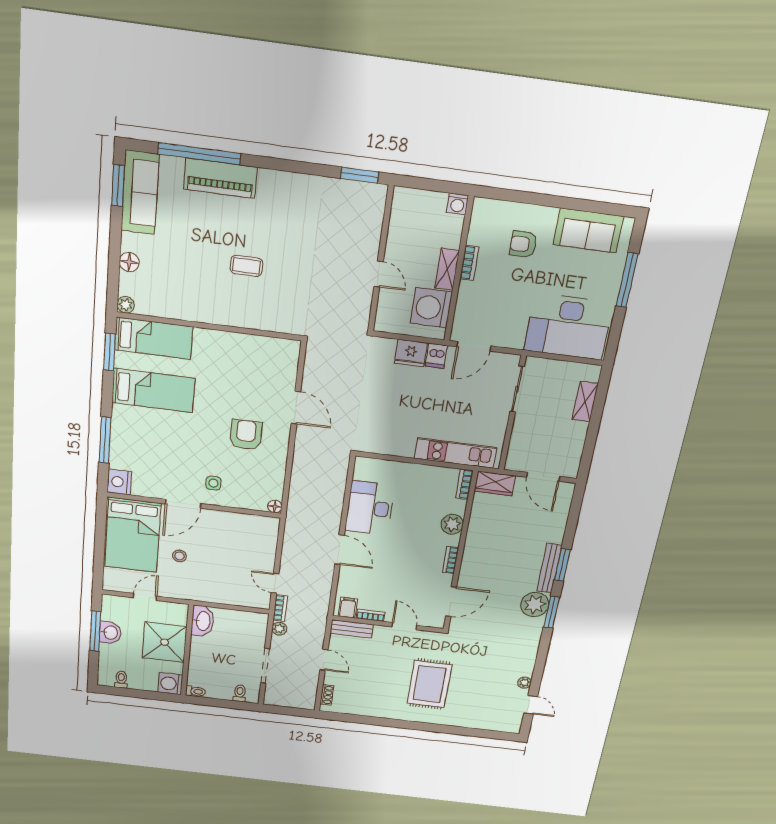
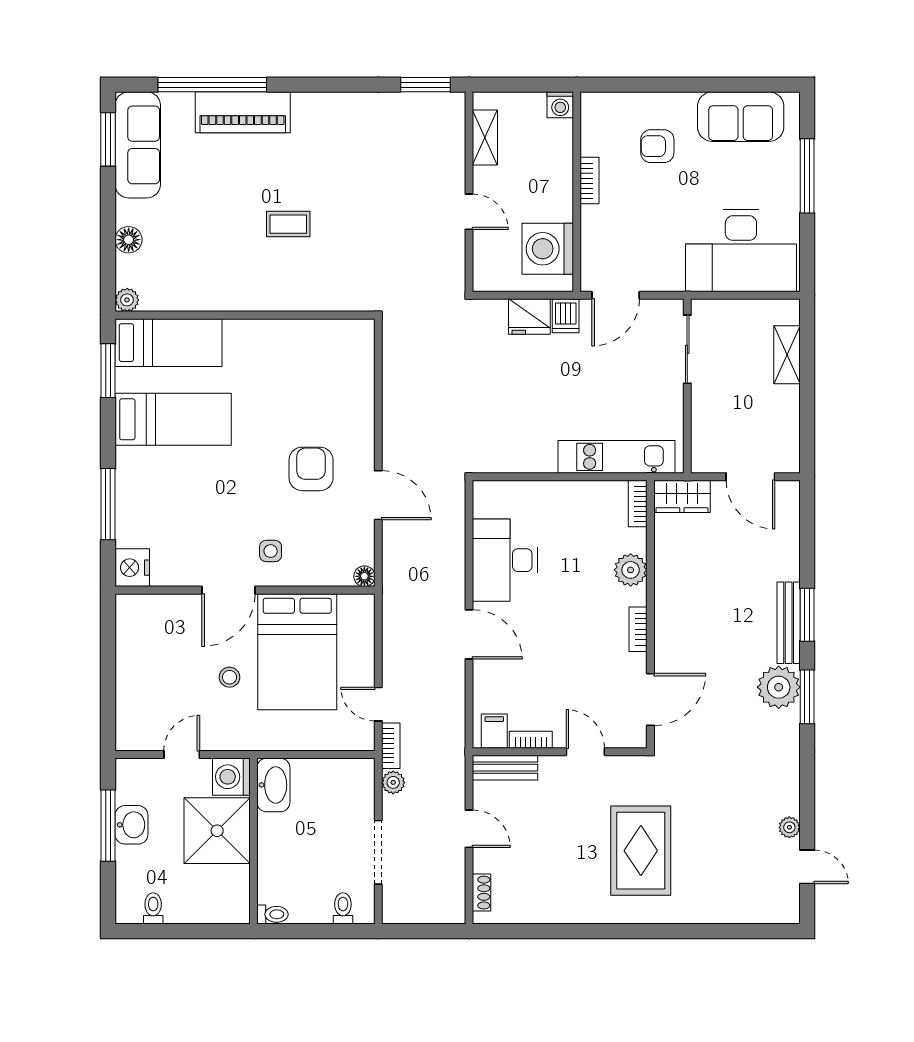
shelving: (447, 269) -> (485, 137), moved
door: (296, 408) -> (378, 495), moved
bed: (133, 535) -> (297, 652), moved
washing machine: (170, 684) -> (231, 777), moved

